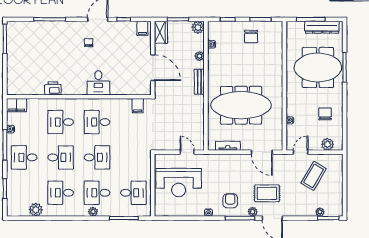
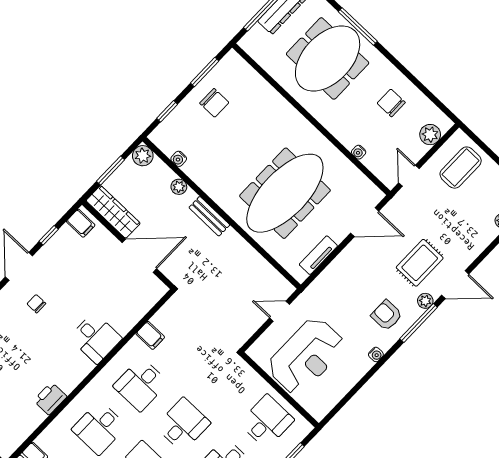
wardrobe: (161, 32) -> (113, 212), width x1.50
filing cabinet: (138, 106) -> (150, 335), moved
coffee table: (314, 176) -> (461, 168), moved, turned 59

